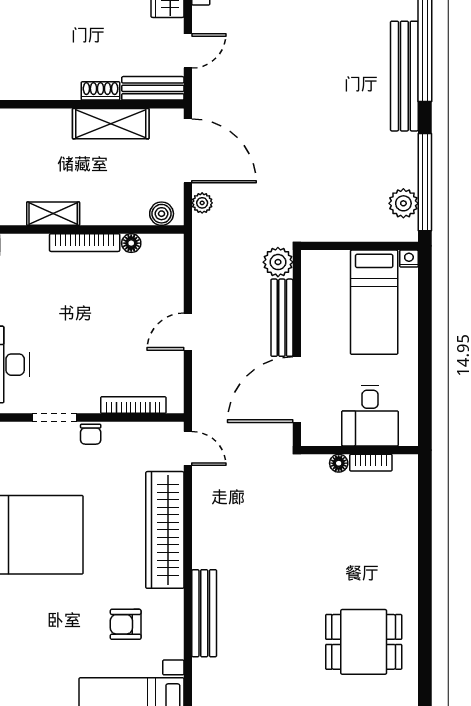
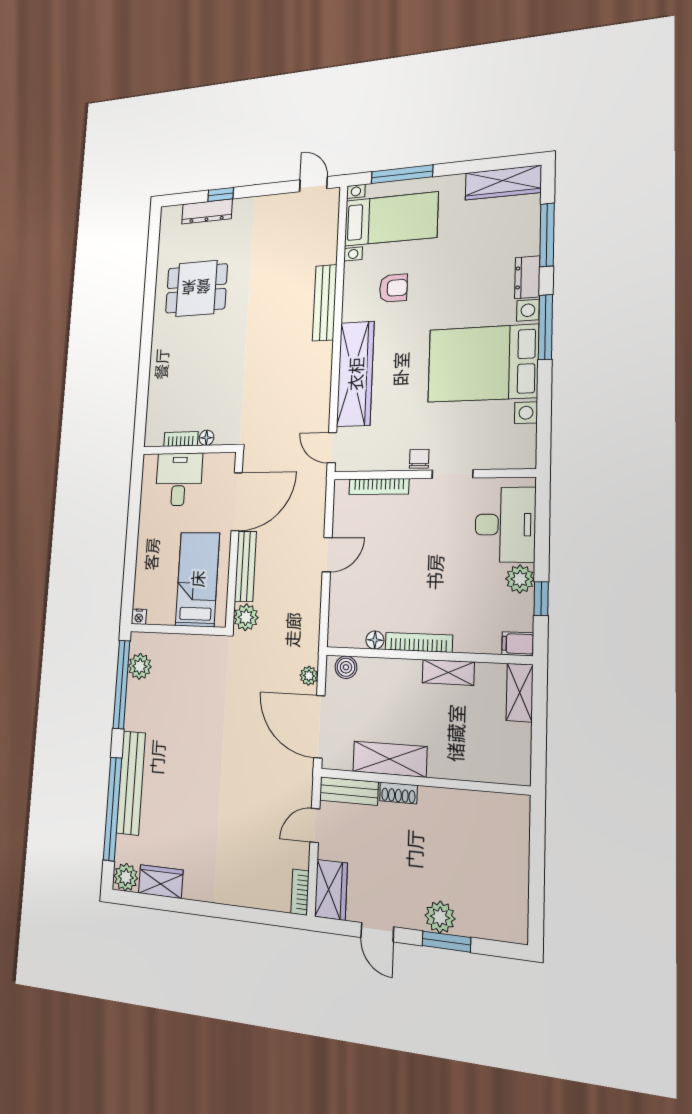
bed: (374, 302) -> (197, 579), moved

